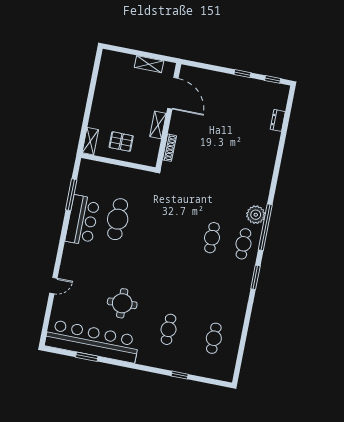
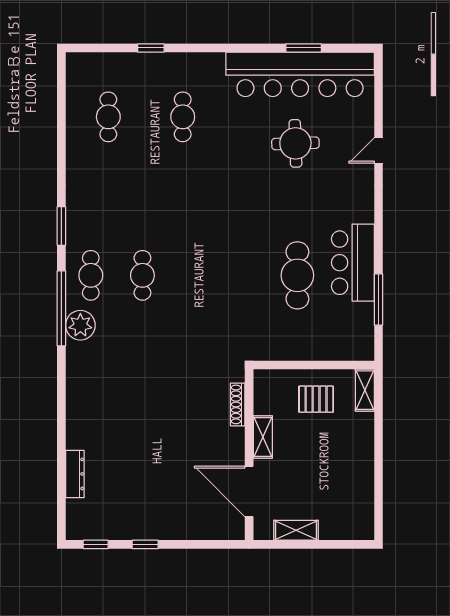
dresser: (278, 120) -> (75, 474), width x1.44
round table: (122, 303) -> (295, 143), moved

